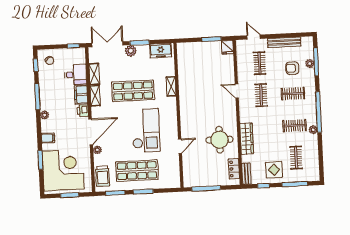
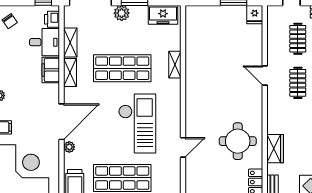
printer: (83, 111) -> (52, 19), moved
wardrobe: (247, 139) -> (275, 149), width x0.67

